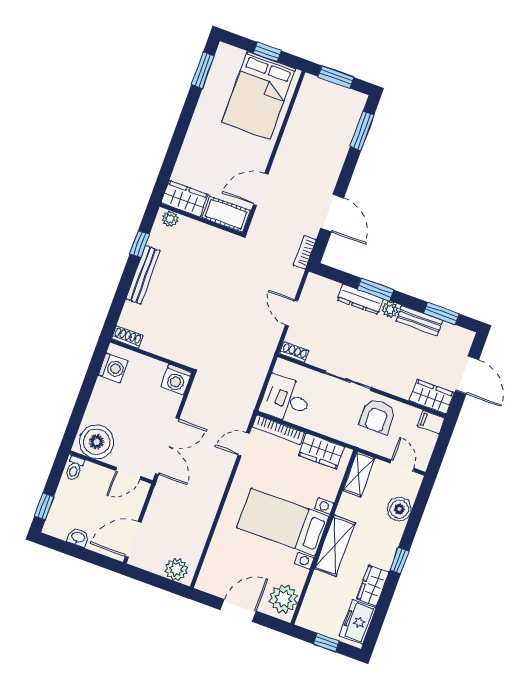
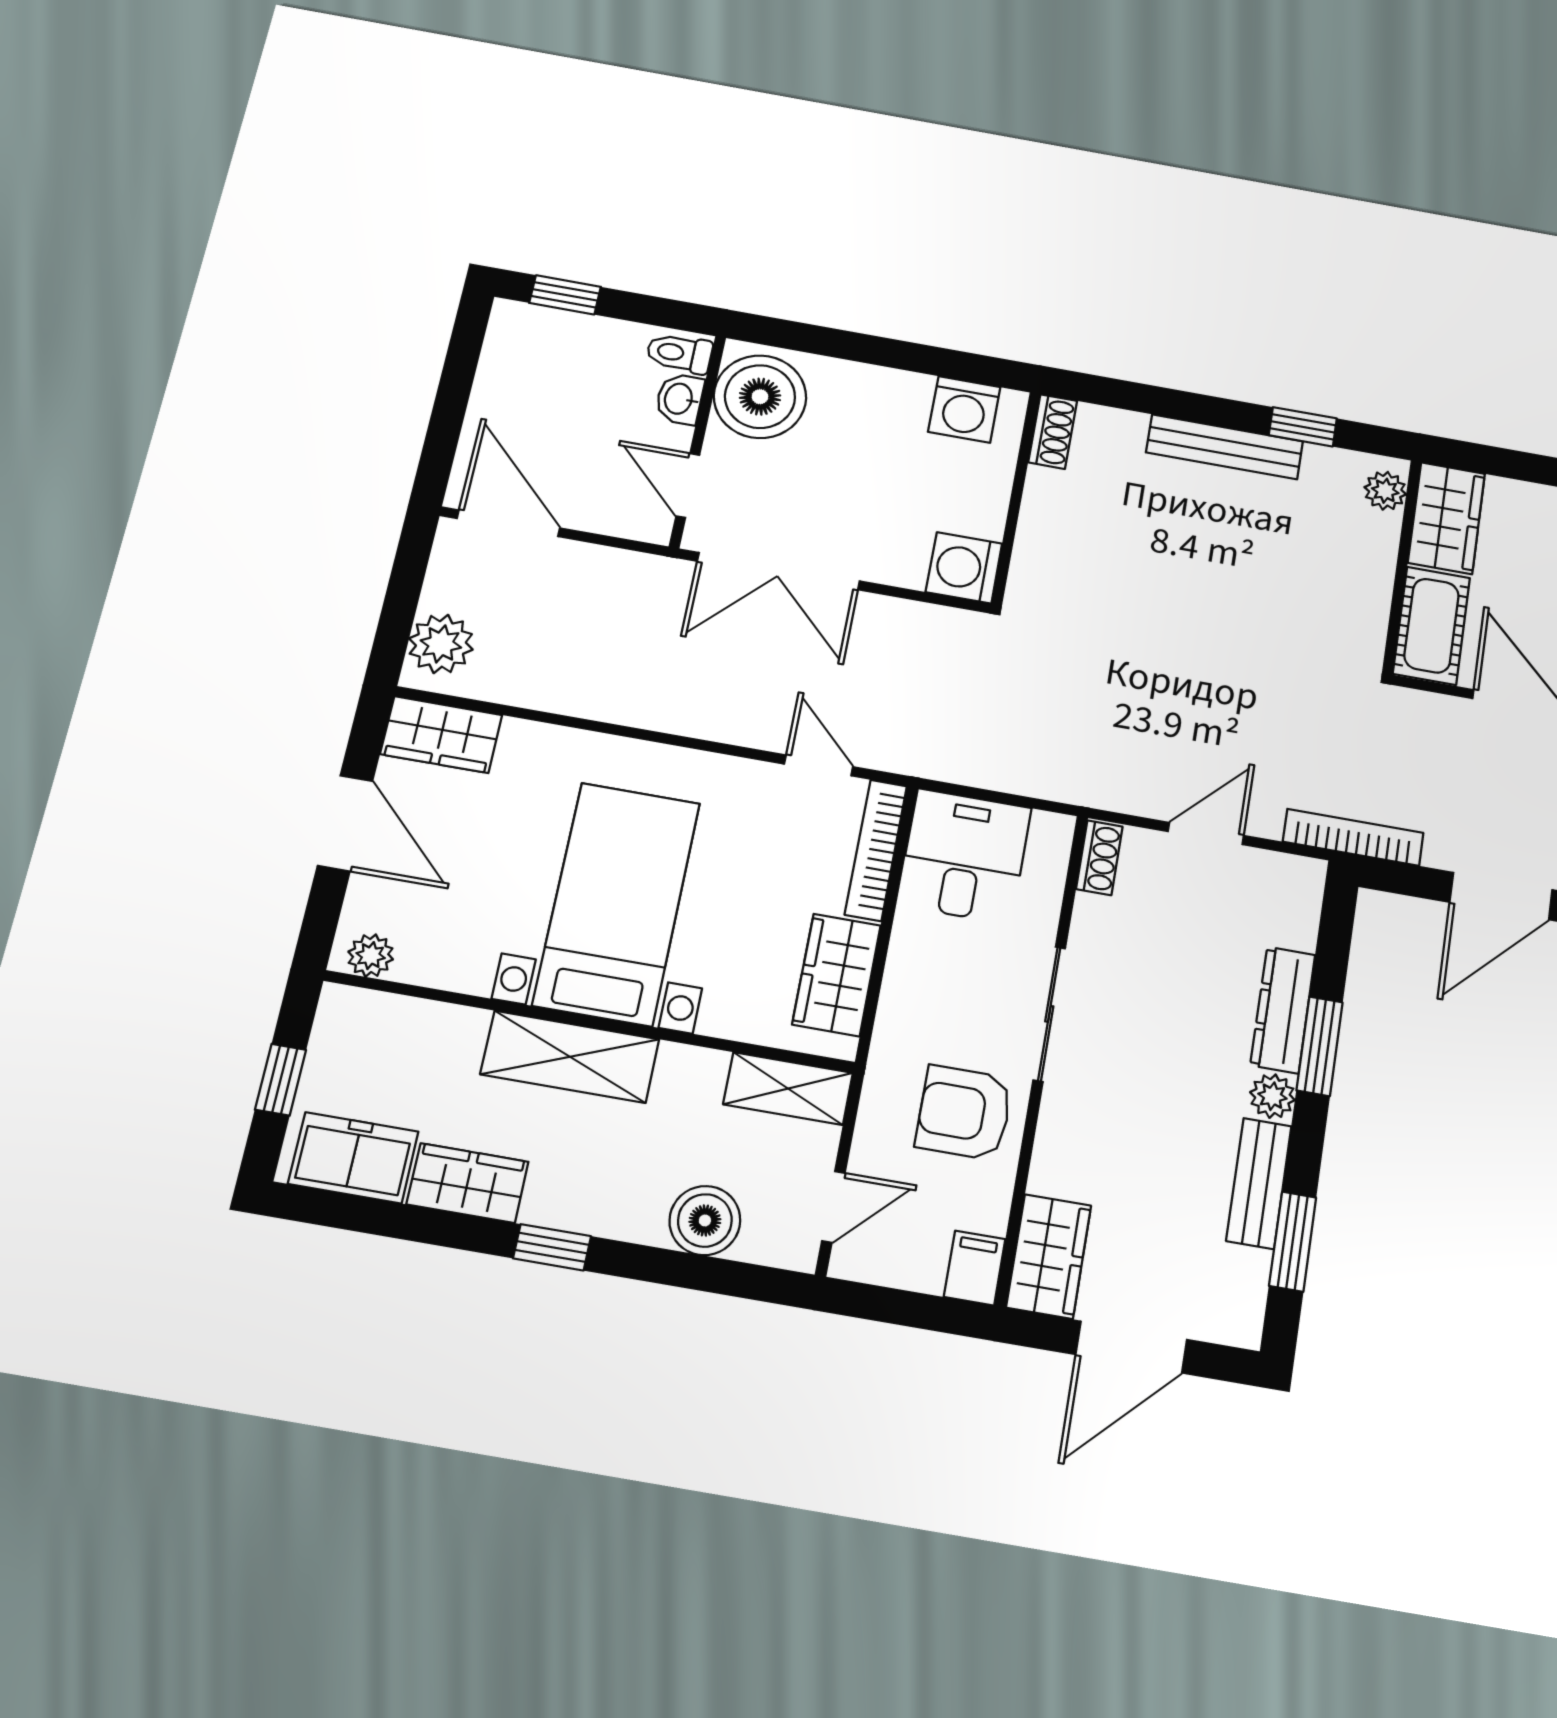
bookcase: (305, 252) -> (1353, 837), width x1.56
washbasin: (78, 538) -> (680, 399), moved, turned 180
wardrobe: (211, 574) -> (441, 735), added
plant: (284, 599) -> (371, 956), width x0.53, depth x0.53

